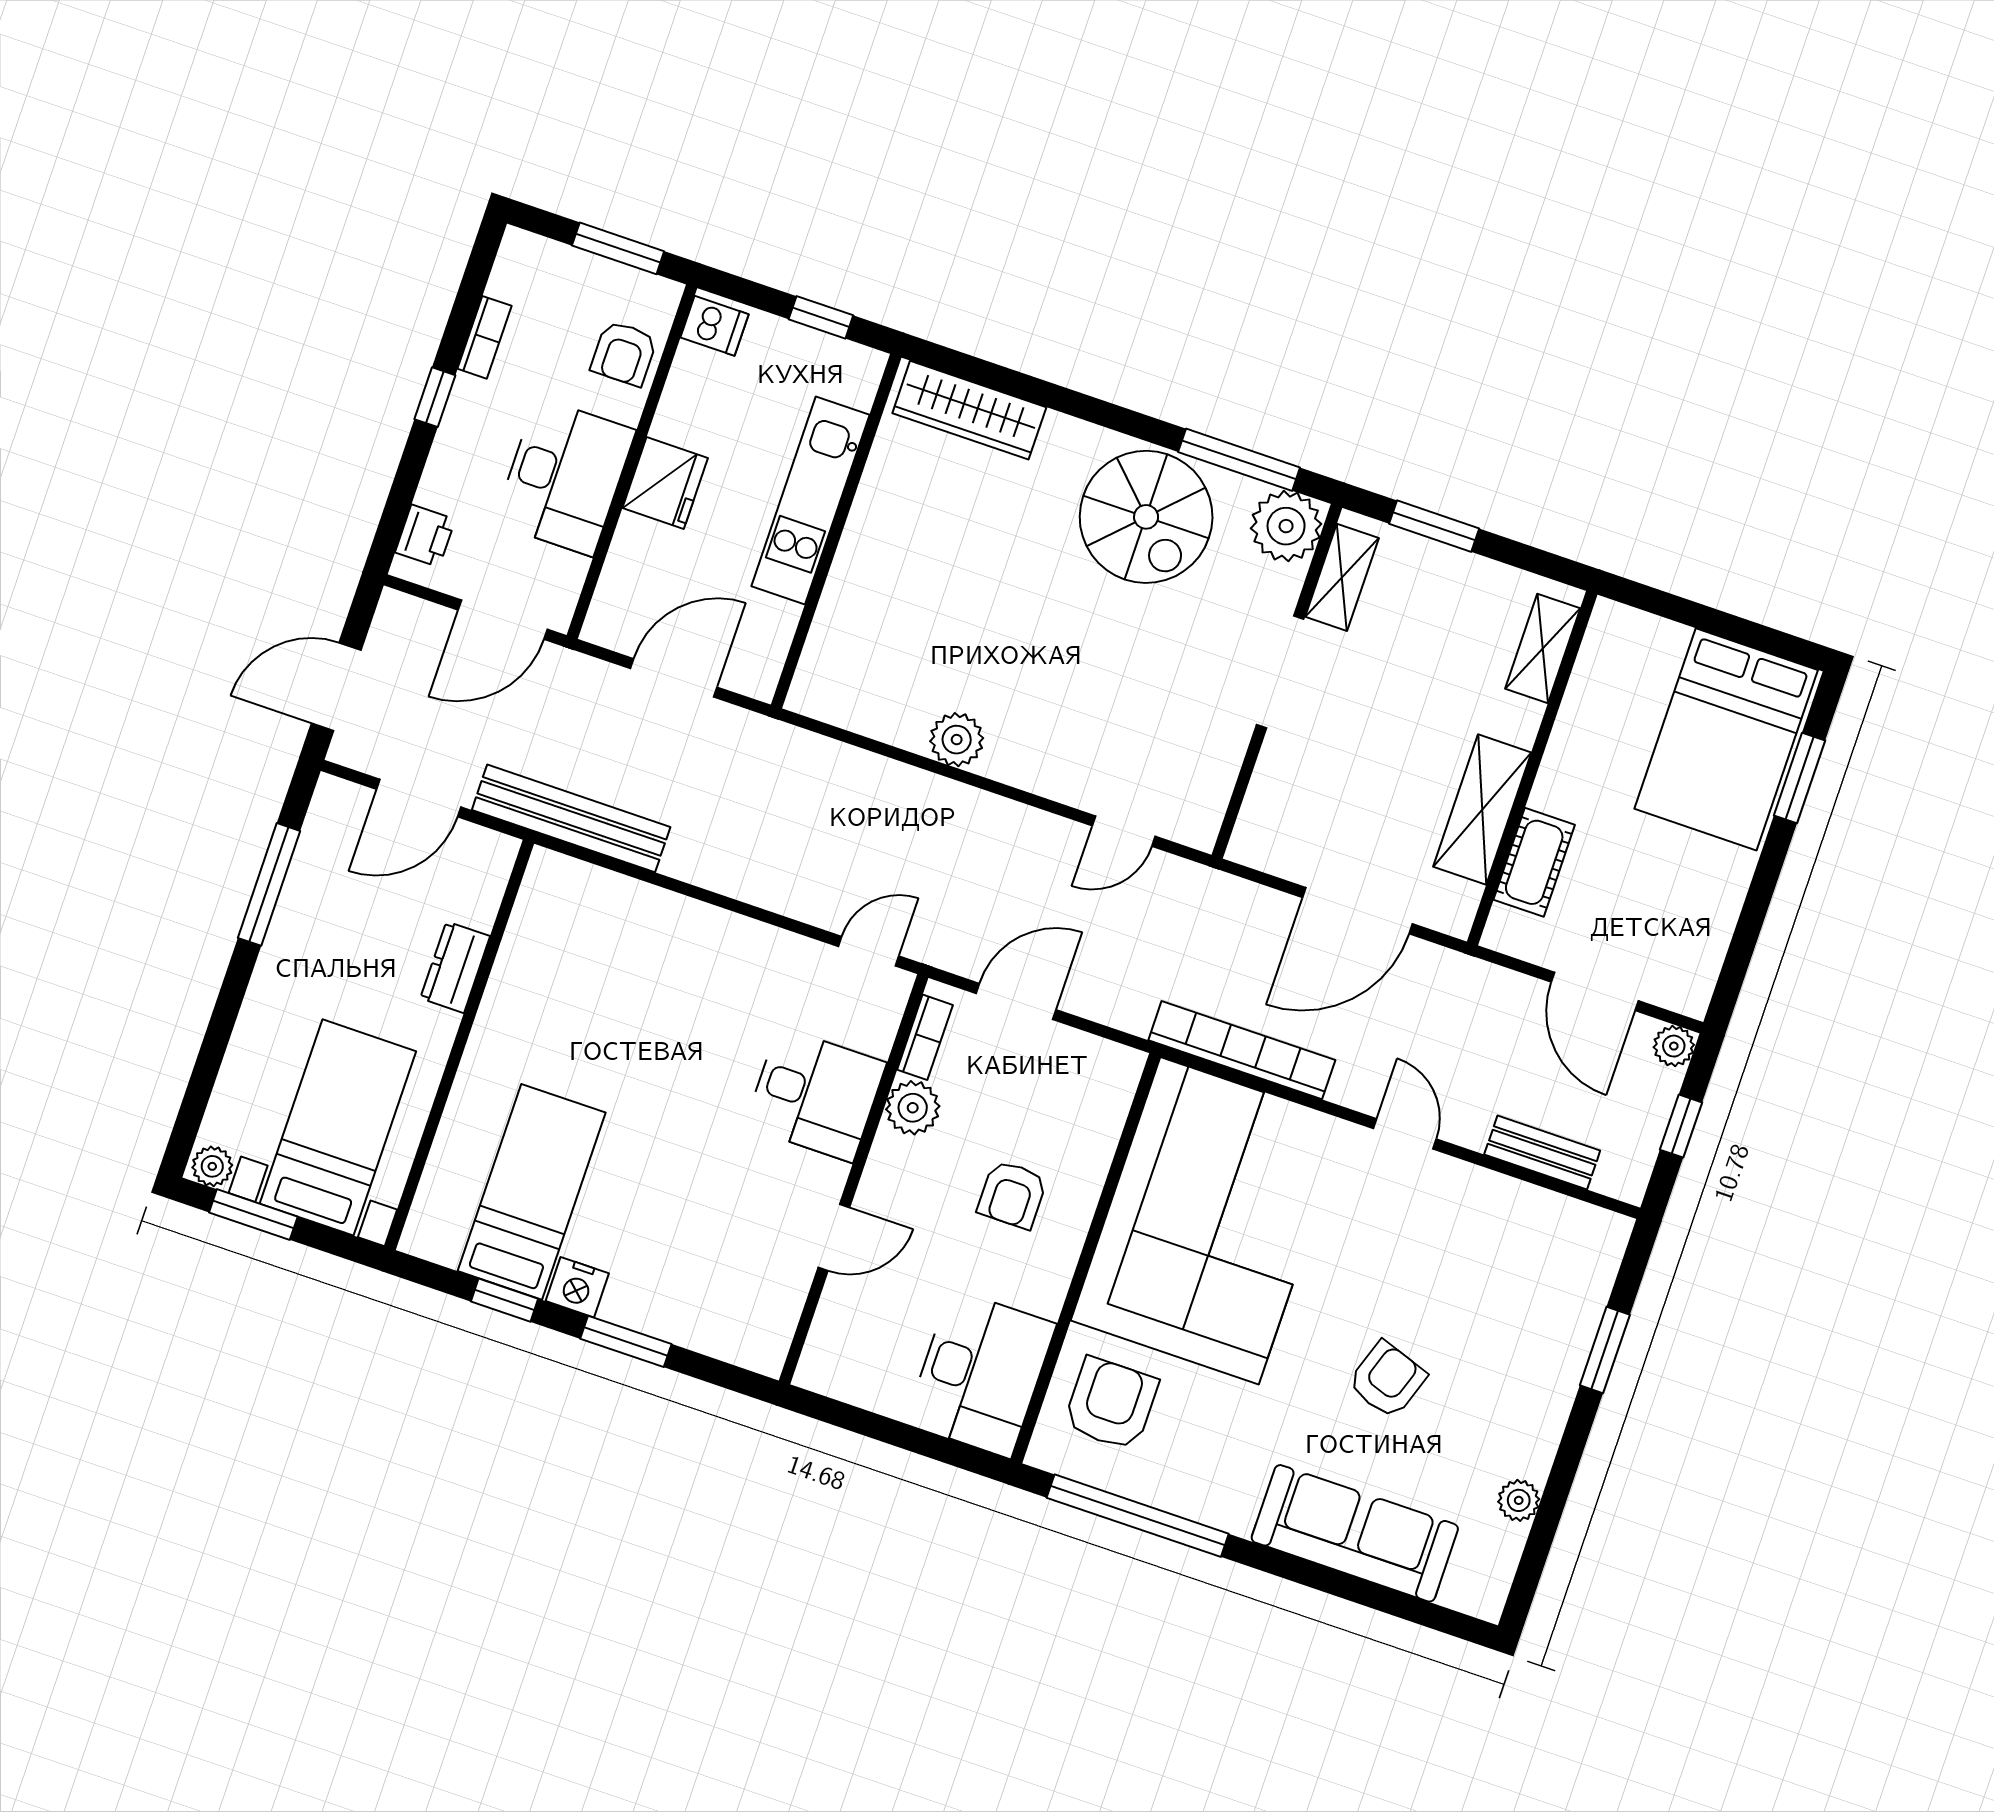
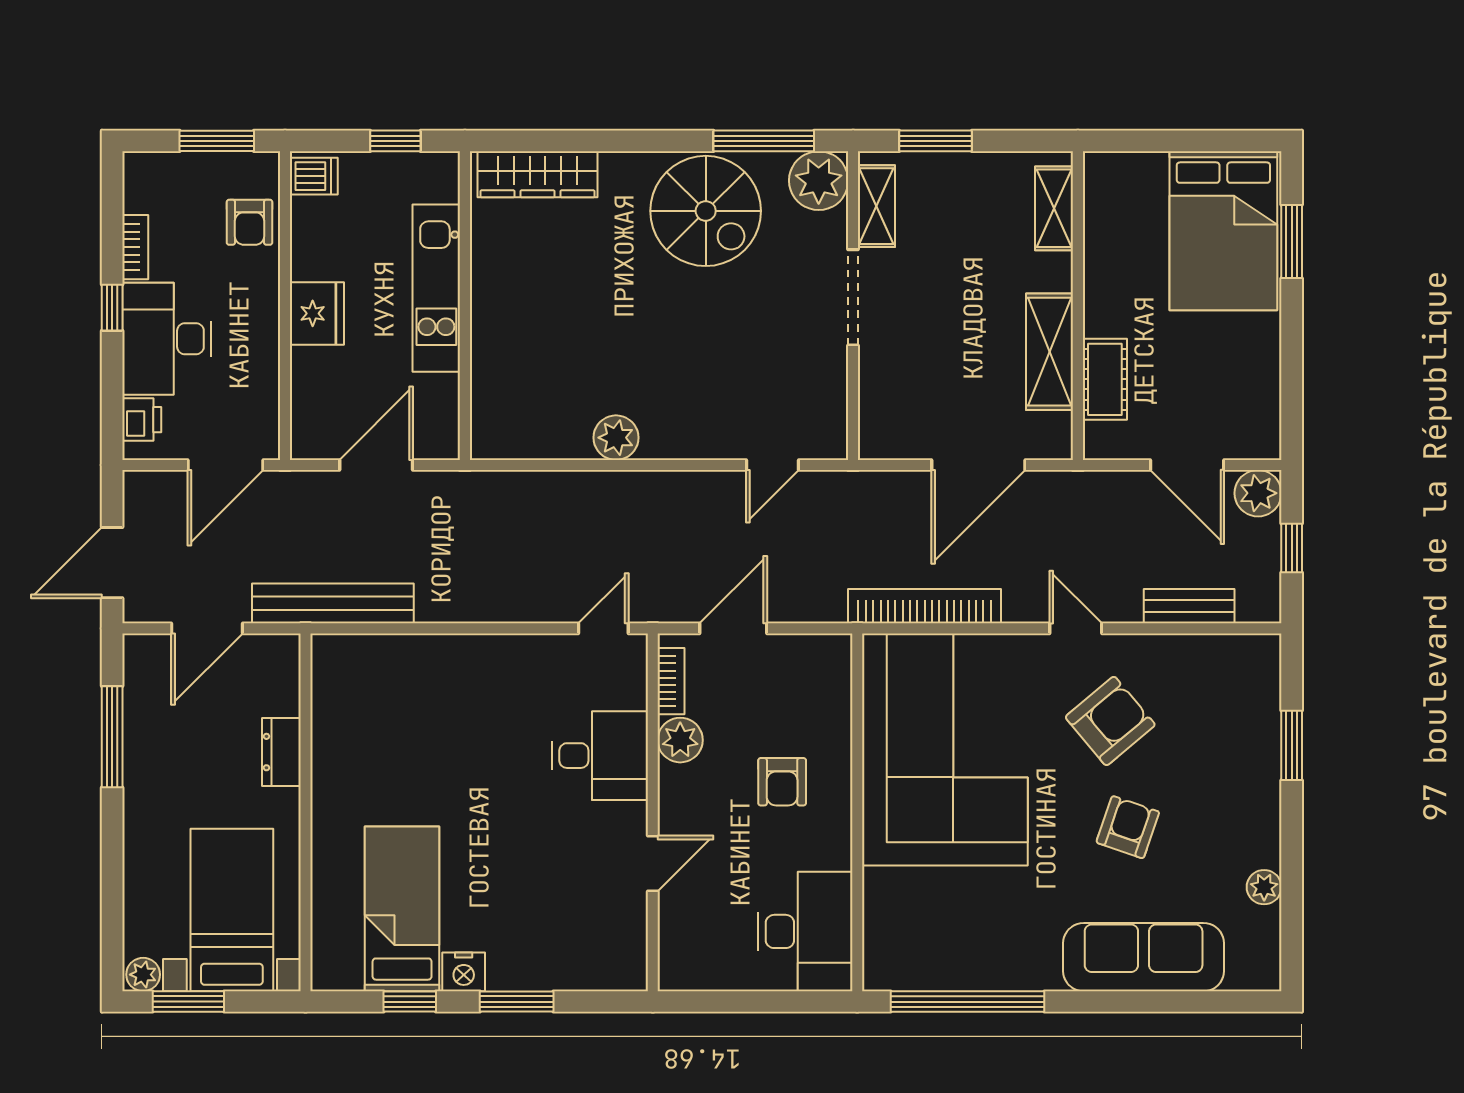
desk: (565, 477) -> (167, 339), moved, turned 180
plant: (1674, 1046) -> (1258, 493), width x1.38, depth x1.38
armchair: (1111, 1404) -> (1110, 721), moved, turned 50

